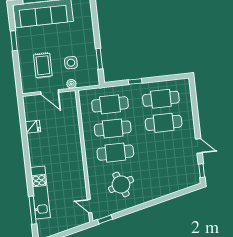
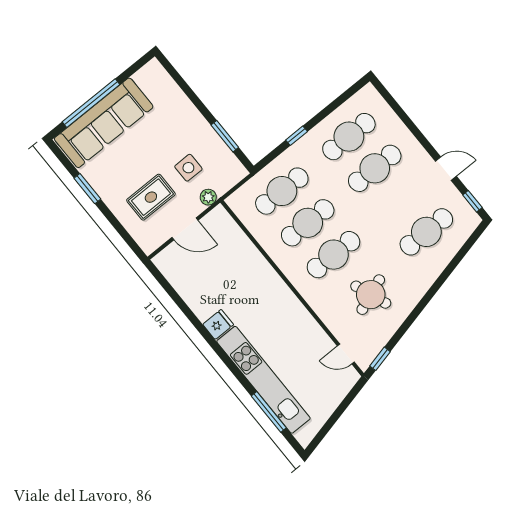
rug: (43, 65) -> (151, 197), turned 90
fridge: (33, 127) -> (218, 324), moved
cafe table: (169, 171) -> (426, 232), added
kitchen unit: (40, 192) -> (263, 380), width x1.36

